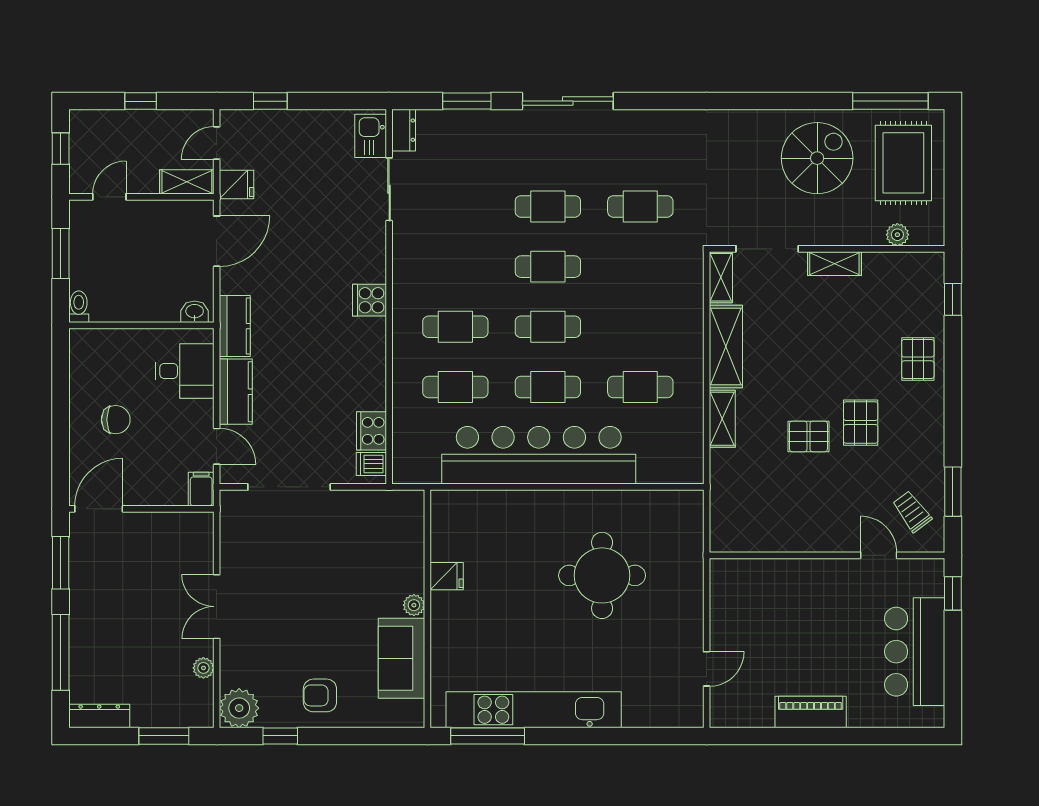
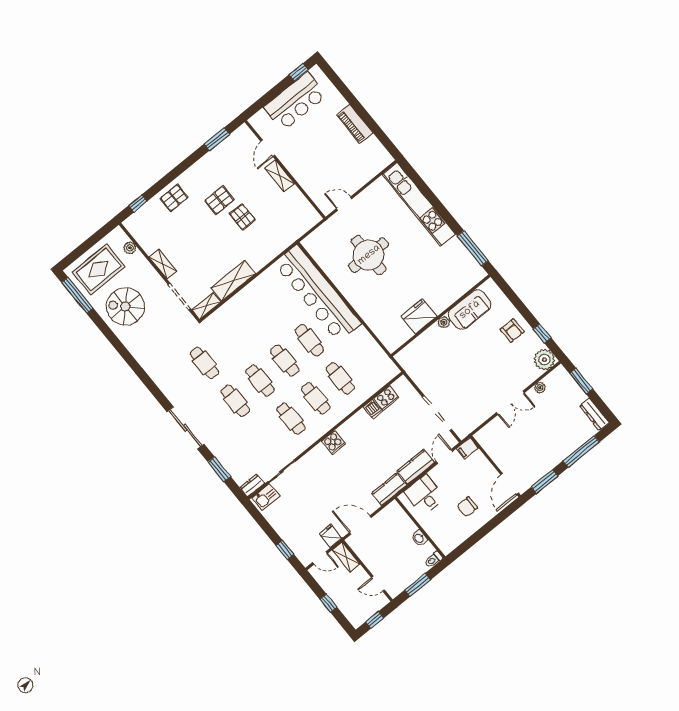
washbasin: (195, 312) -> (419, 538), moved
cafe table: (640, 387) -> (291, 419), moved
shelving: (722, 419) -> (280, 176), moved, turned 90
chair: (116, 420) -> (467, 507), turned -90
bar counter: (539, 455) -> (318, 293), moved
dishwasher: (371, 464) -> (373, 409), moved
door: (99, 509) -> (510, 484), hinge flipped
trolley: (912, 512) -> (239, 149), removed
fridge: (447, 576) -> (419, 316), width x1.88, depth x1.34
window: (953, 593) -> (299, 72), moved
door: (707, 669) -> (344, 204), moved
kitchen unit: (534, 710) -> (419, 204), moved

